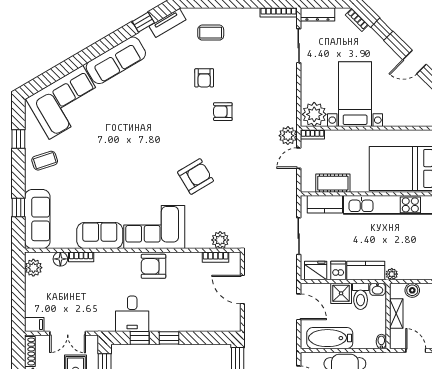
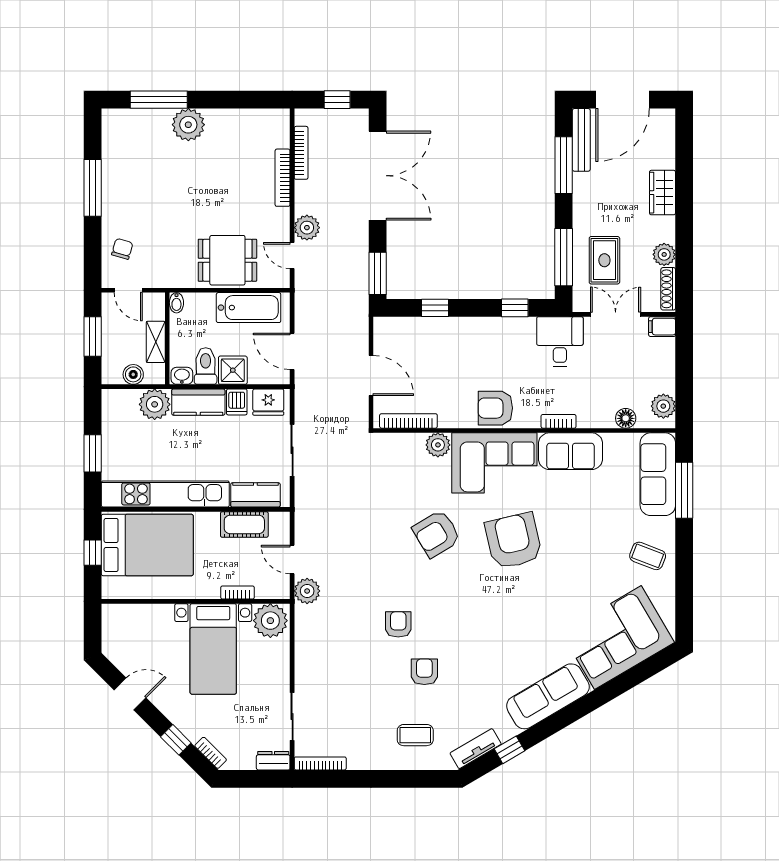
dresser: (317, 14) -> (273, 761), width x0.70
armchair: (223, 112) -> (398, 624), turned -90
bookcase: (313, 134) -> (238, 593), moved
window: (18, 139) -> (684, 586), removed
door: (299, 158) -> (292, 559), swing flipped
coffee table: (45, 161) -> (648, 556), turned 39
armchair: (140, 171) -> (514, 541), added
window: (18, 208) -> (684, 490), width x2.17
plant: (220, 240) -> (438, 445), moved
bookcase: (81, 257) -> (559, 421), moved
bookcase: (216, 257) -> (408, 421), width x1.56
armchair: (153, 266) -> (495, 408), turned 180
plant: (392, 274) -> (155, 404), width x1.88, depth x1.88
desk: (132, 314) -> (560, 342), moved
window: (169, 338) -> (435, 308), moved

